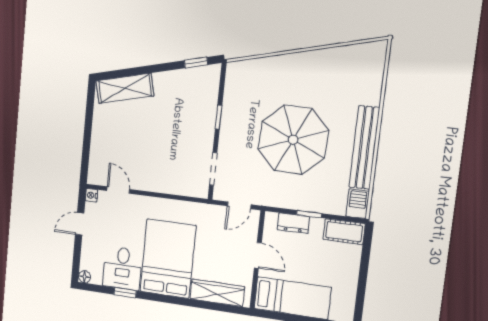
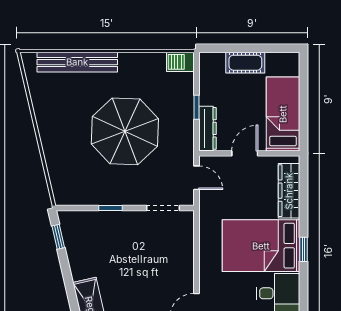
bench: (364, 148) -> (77, 62), moved
dresser: (293, 223) -> (207, 128), width x1.44
cot: (344, 232) -> (245, 63), moved, turned 90
window: (125, 293) -> (304, 249), moved

